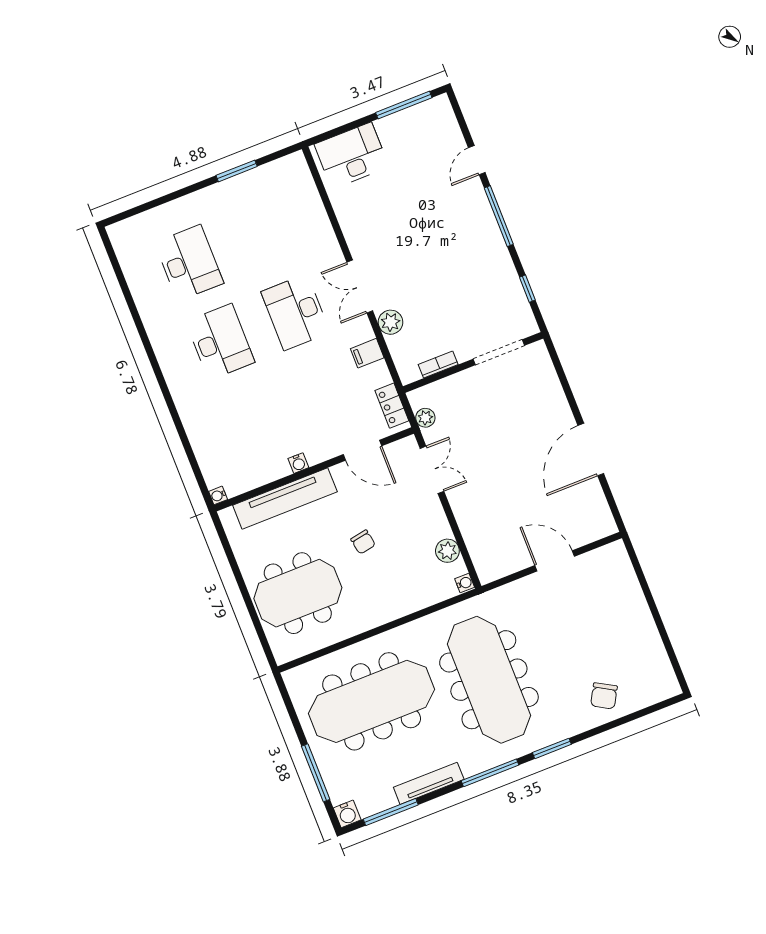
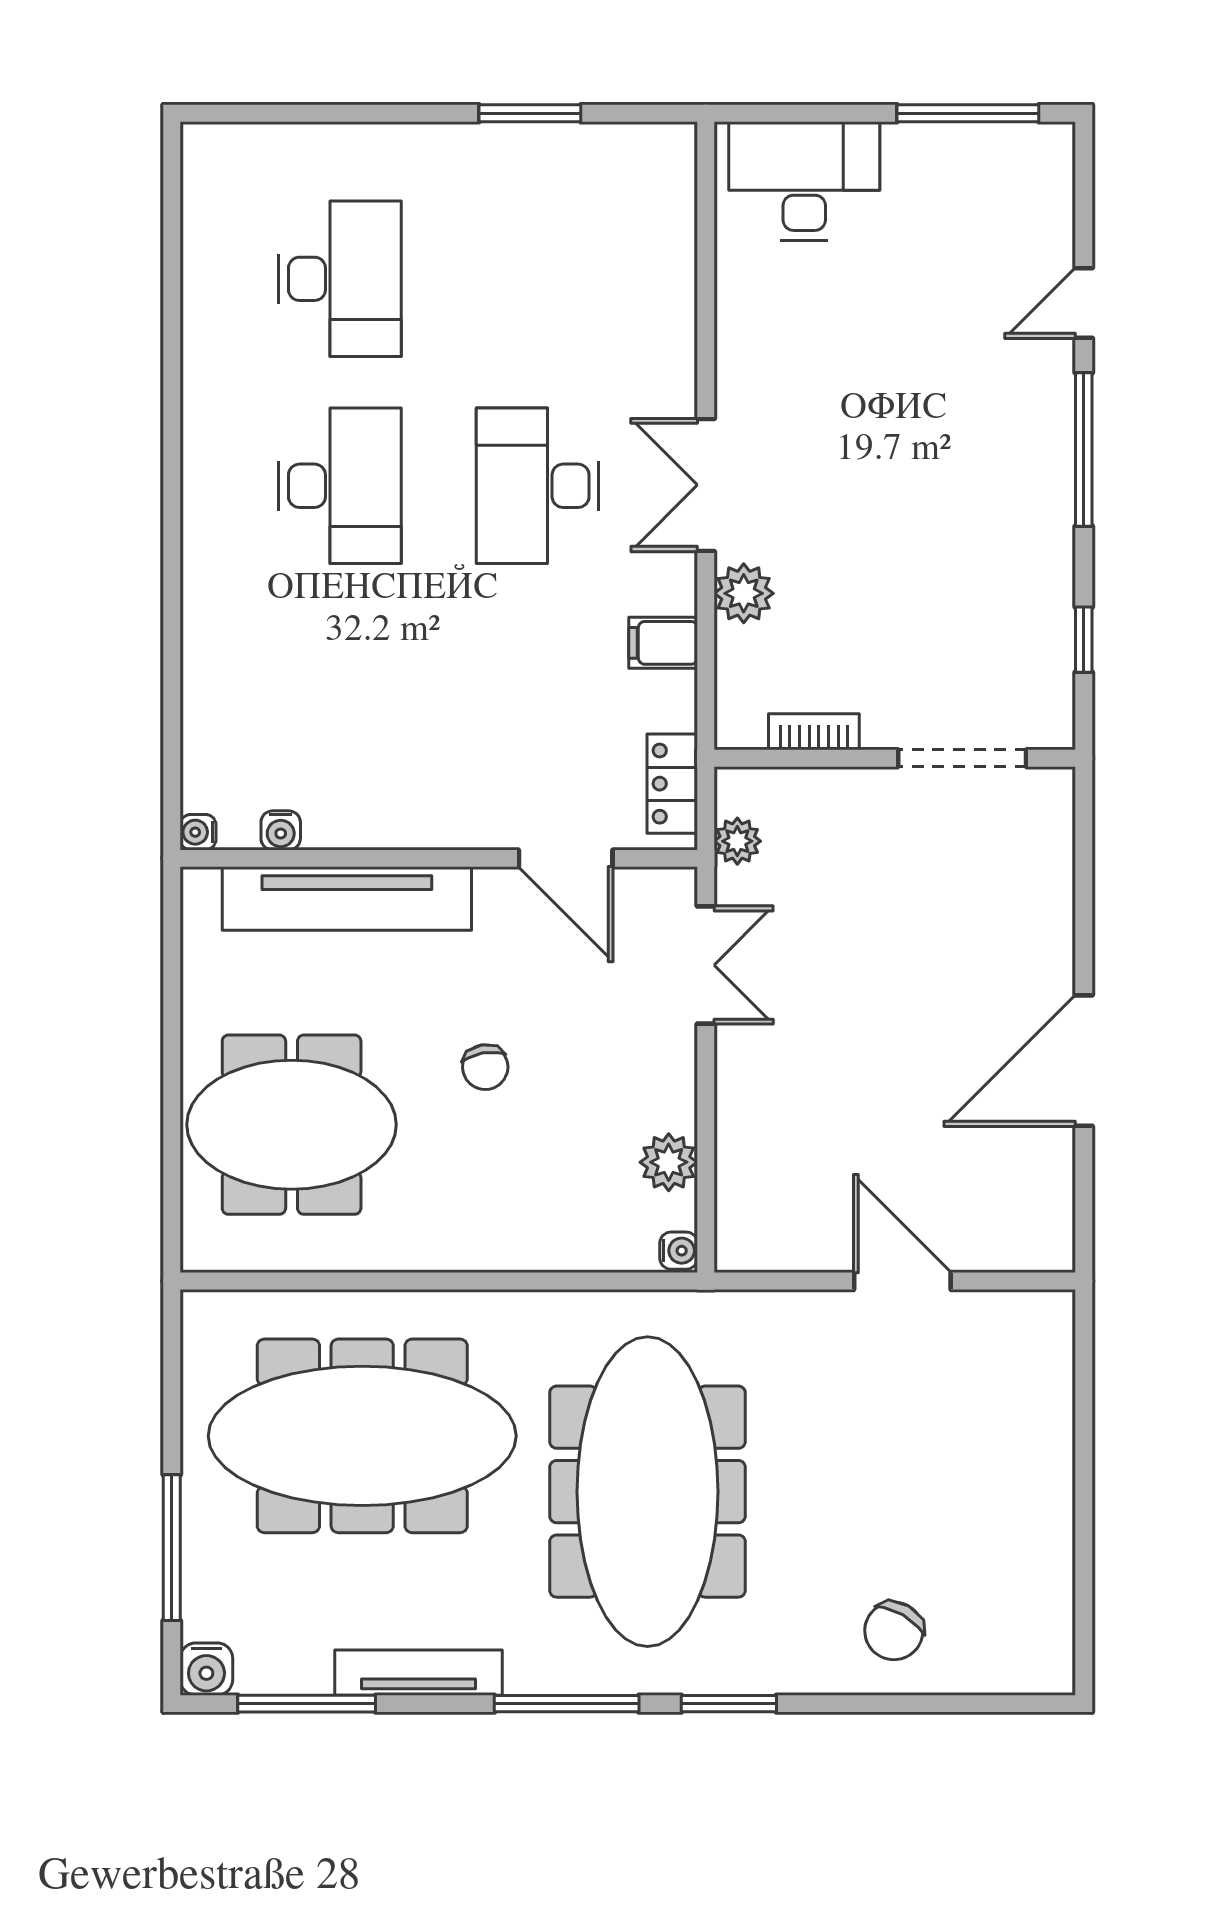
water cooler: (298, 463) -> (281, 830), moved

